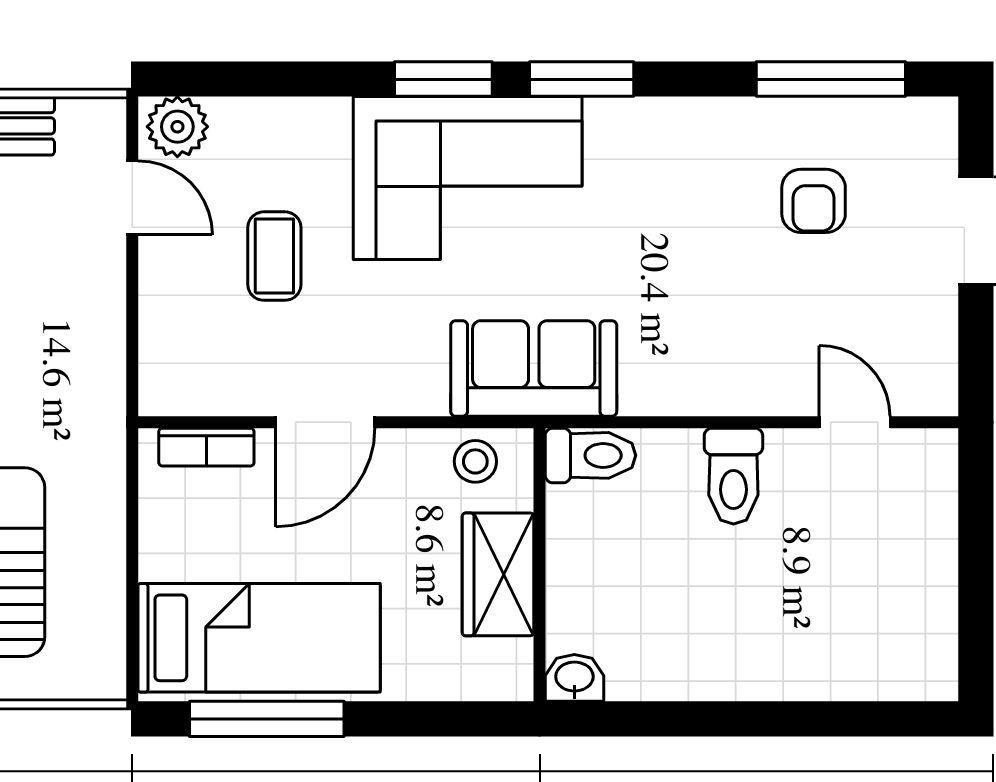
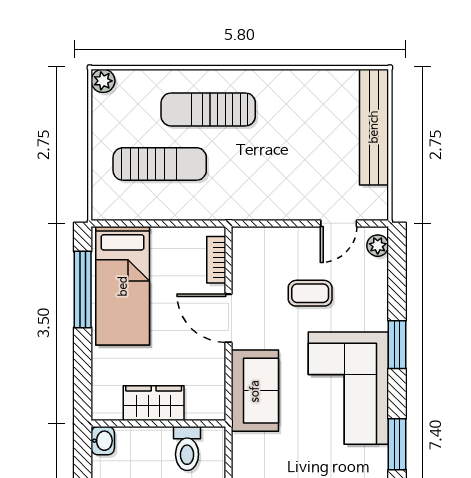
window: (443, 79) -> (397, 345), moved
plant: (177, 127) -> (378, 246), width x0.73, depth x0.73
sofa: (534, 368) -> (255, 391), moved
toilet: (590, 455) -> (187, 449), moved
stool: (475, 461) -> (209, 392), removed

